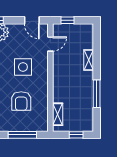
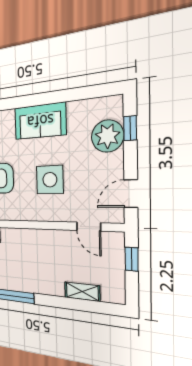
shelving: (89, 60) -> (82, 292), moved

